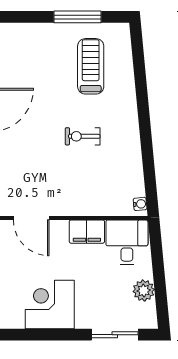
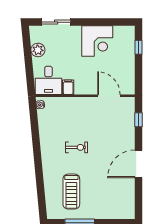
filing cabinet: (87, 232) -> (68, 87), width x0.50

